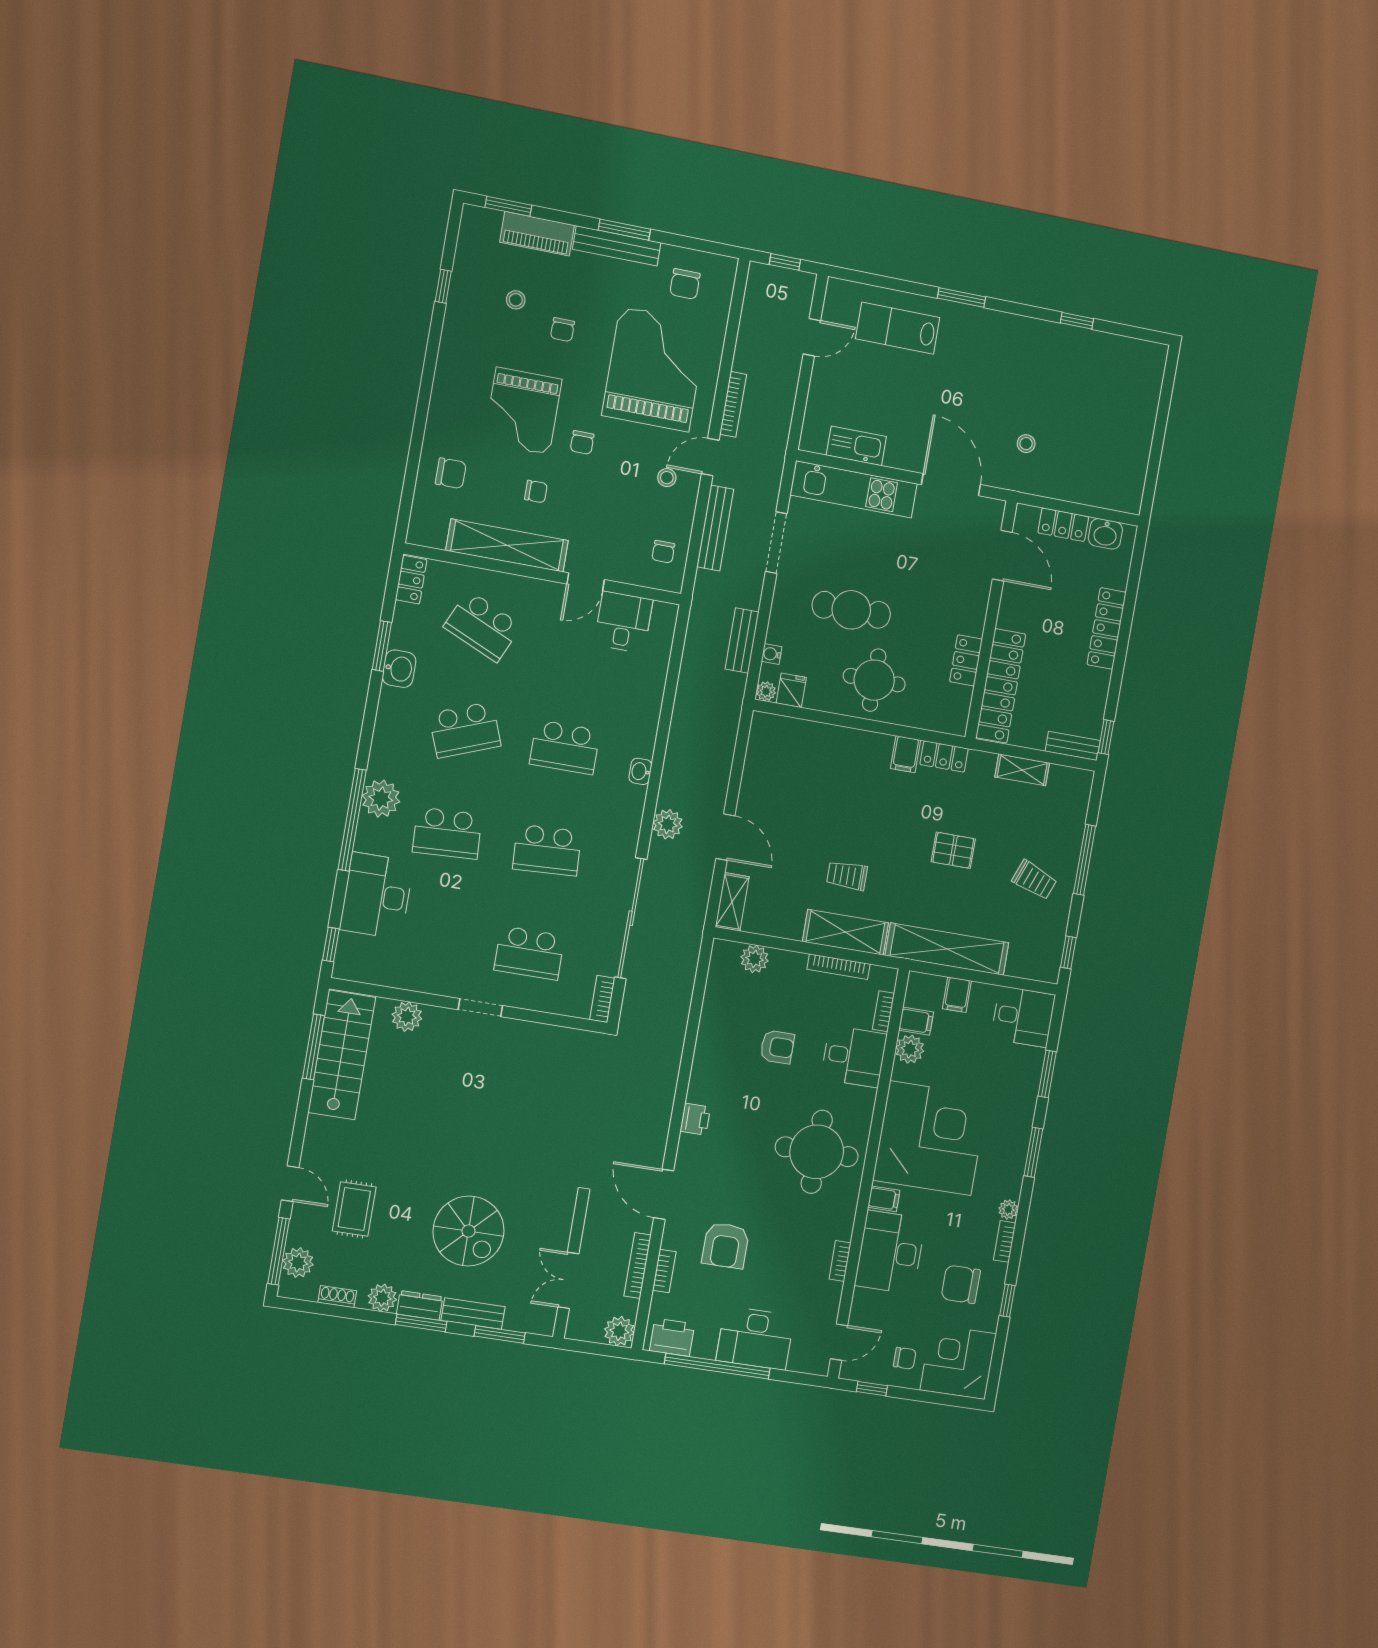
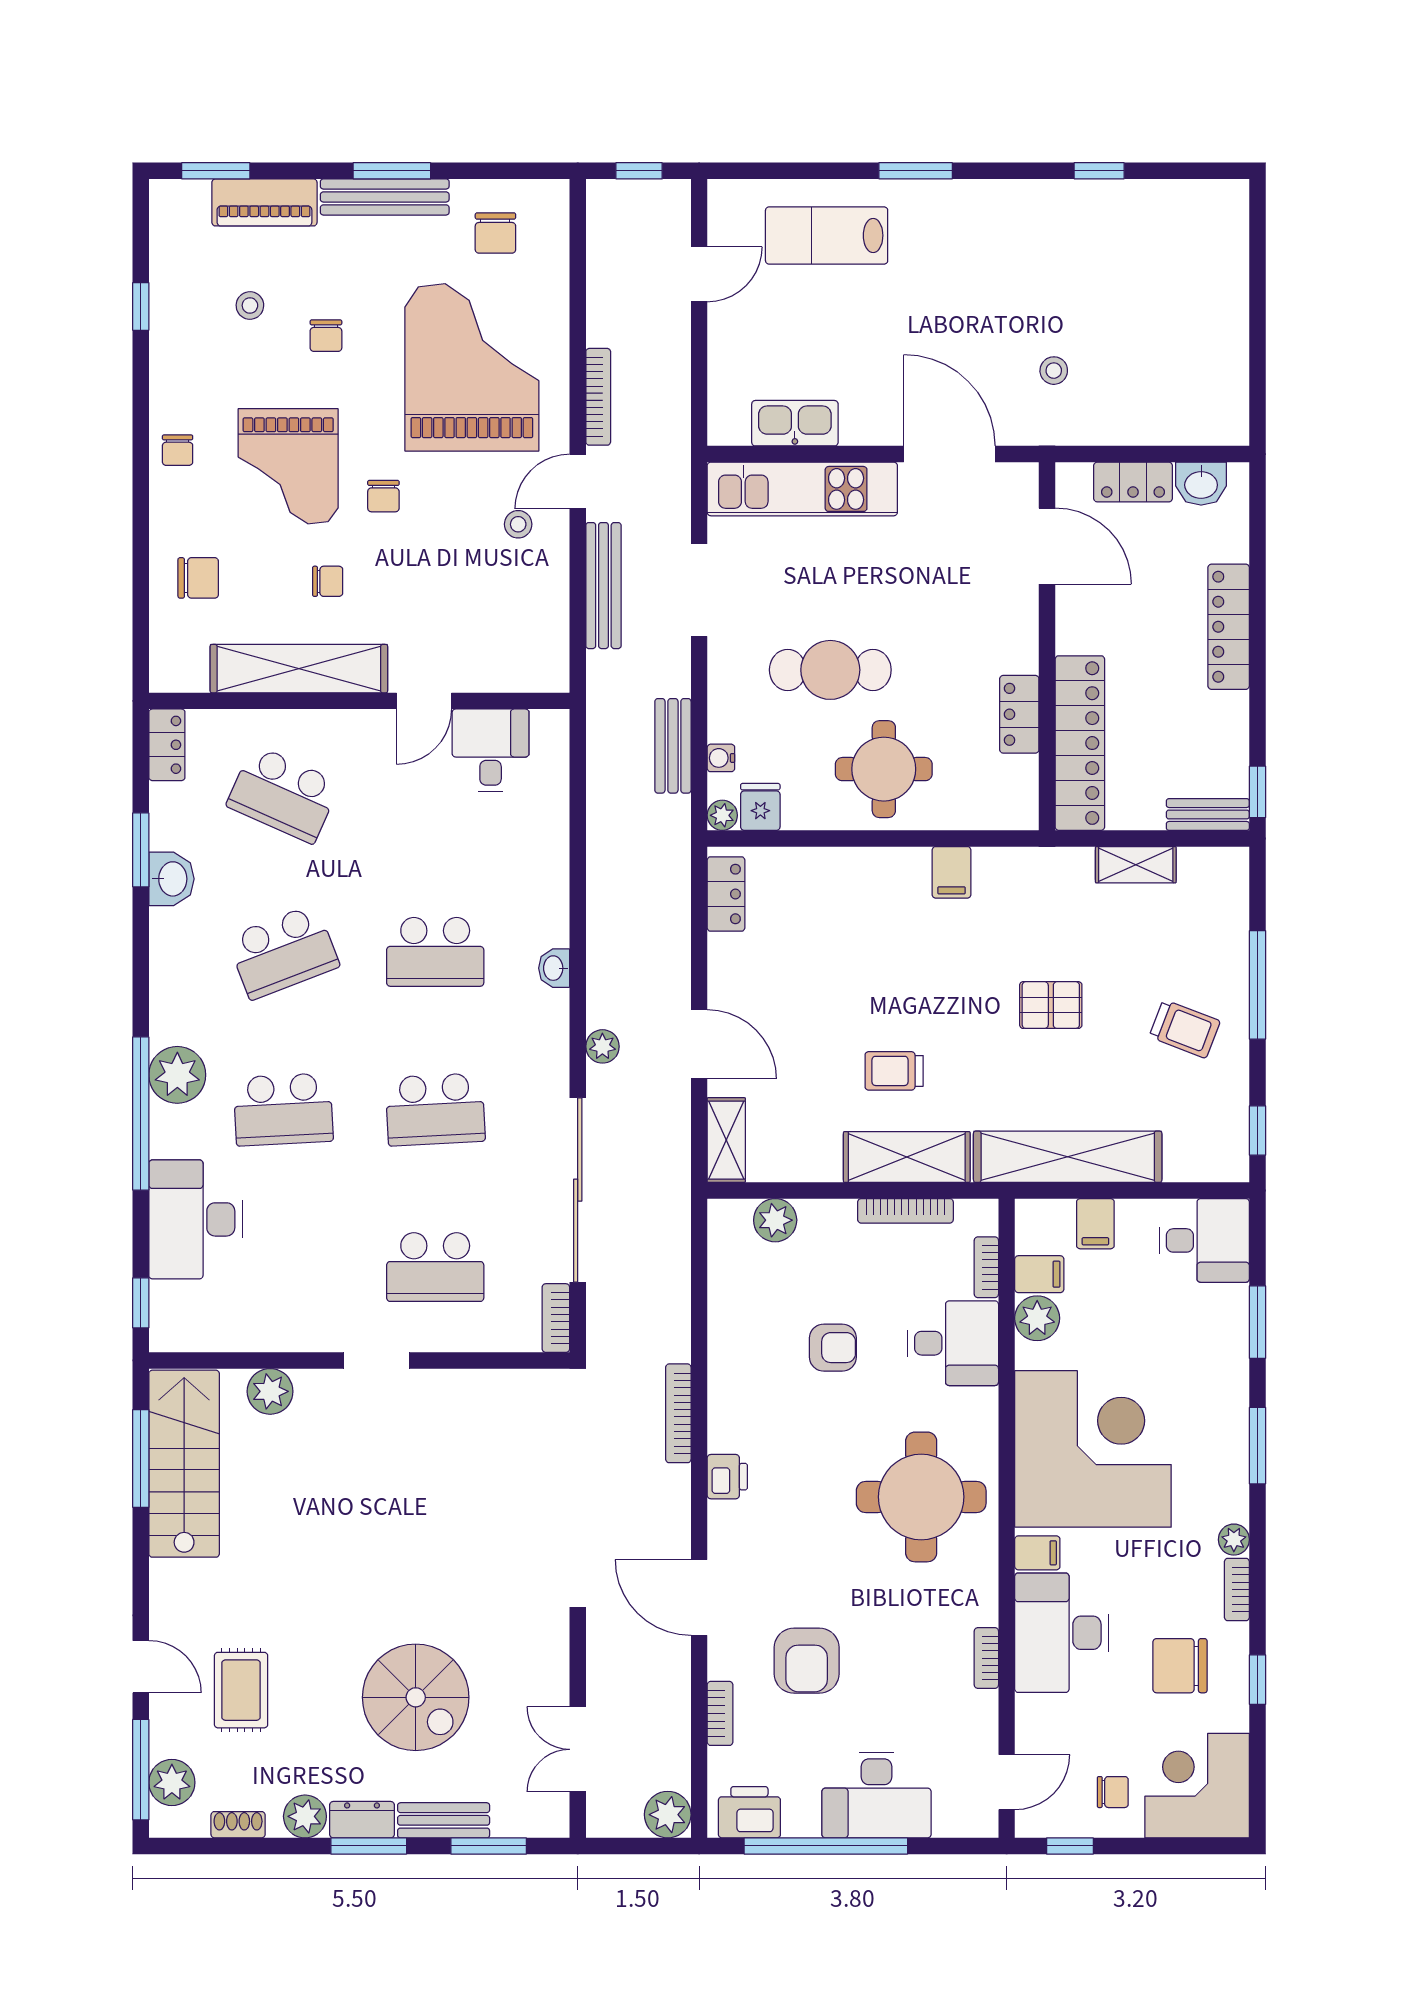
chair: (663, 552) -> (178, 450), moved
locker: (944, 756) -> (726, 894), moved, turned -90
plant: (668, 824) -> (602, 1046), width x0.73, depth x0.73
bookcase: (638, 1266) -> (678, 1413), moved

